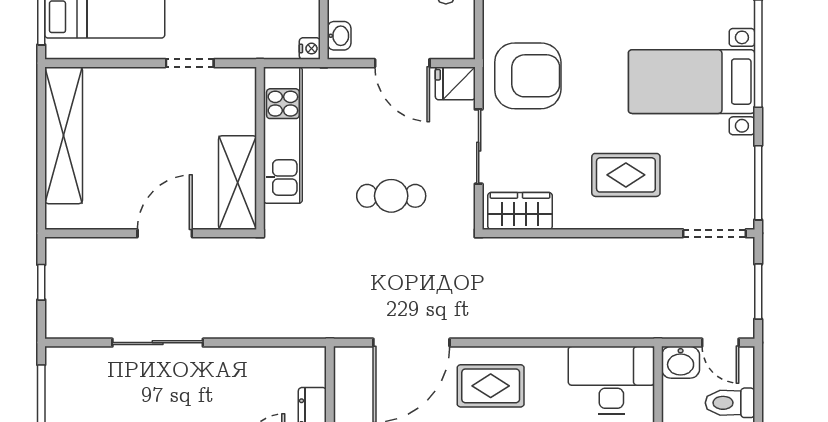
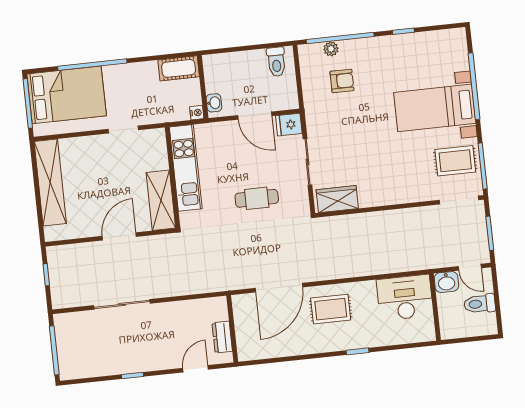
armchair: (528, 76) -> (342, 81), moved, width x0.53, depth x0.53
rug: (626, 175) -> (455, 161), moved

